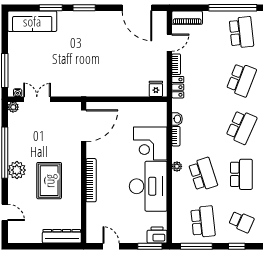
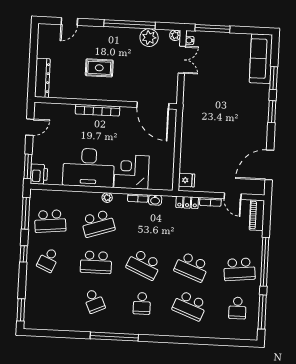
plant: (17, 170) -> (149, 38), moved
rug: (49, 181) -> (99, 68), width x0.73, depth x0.70

